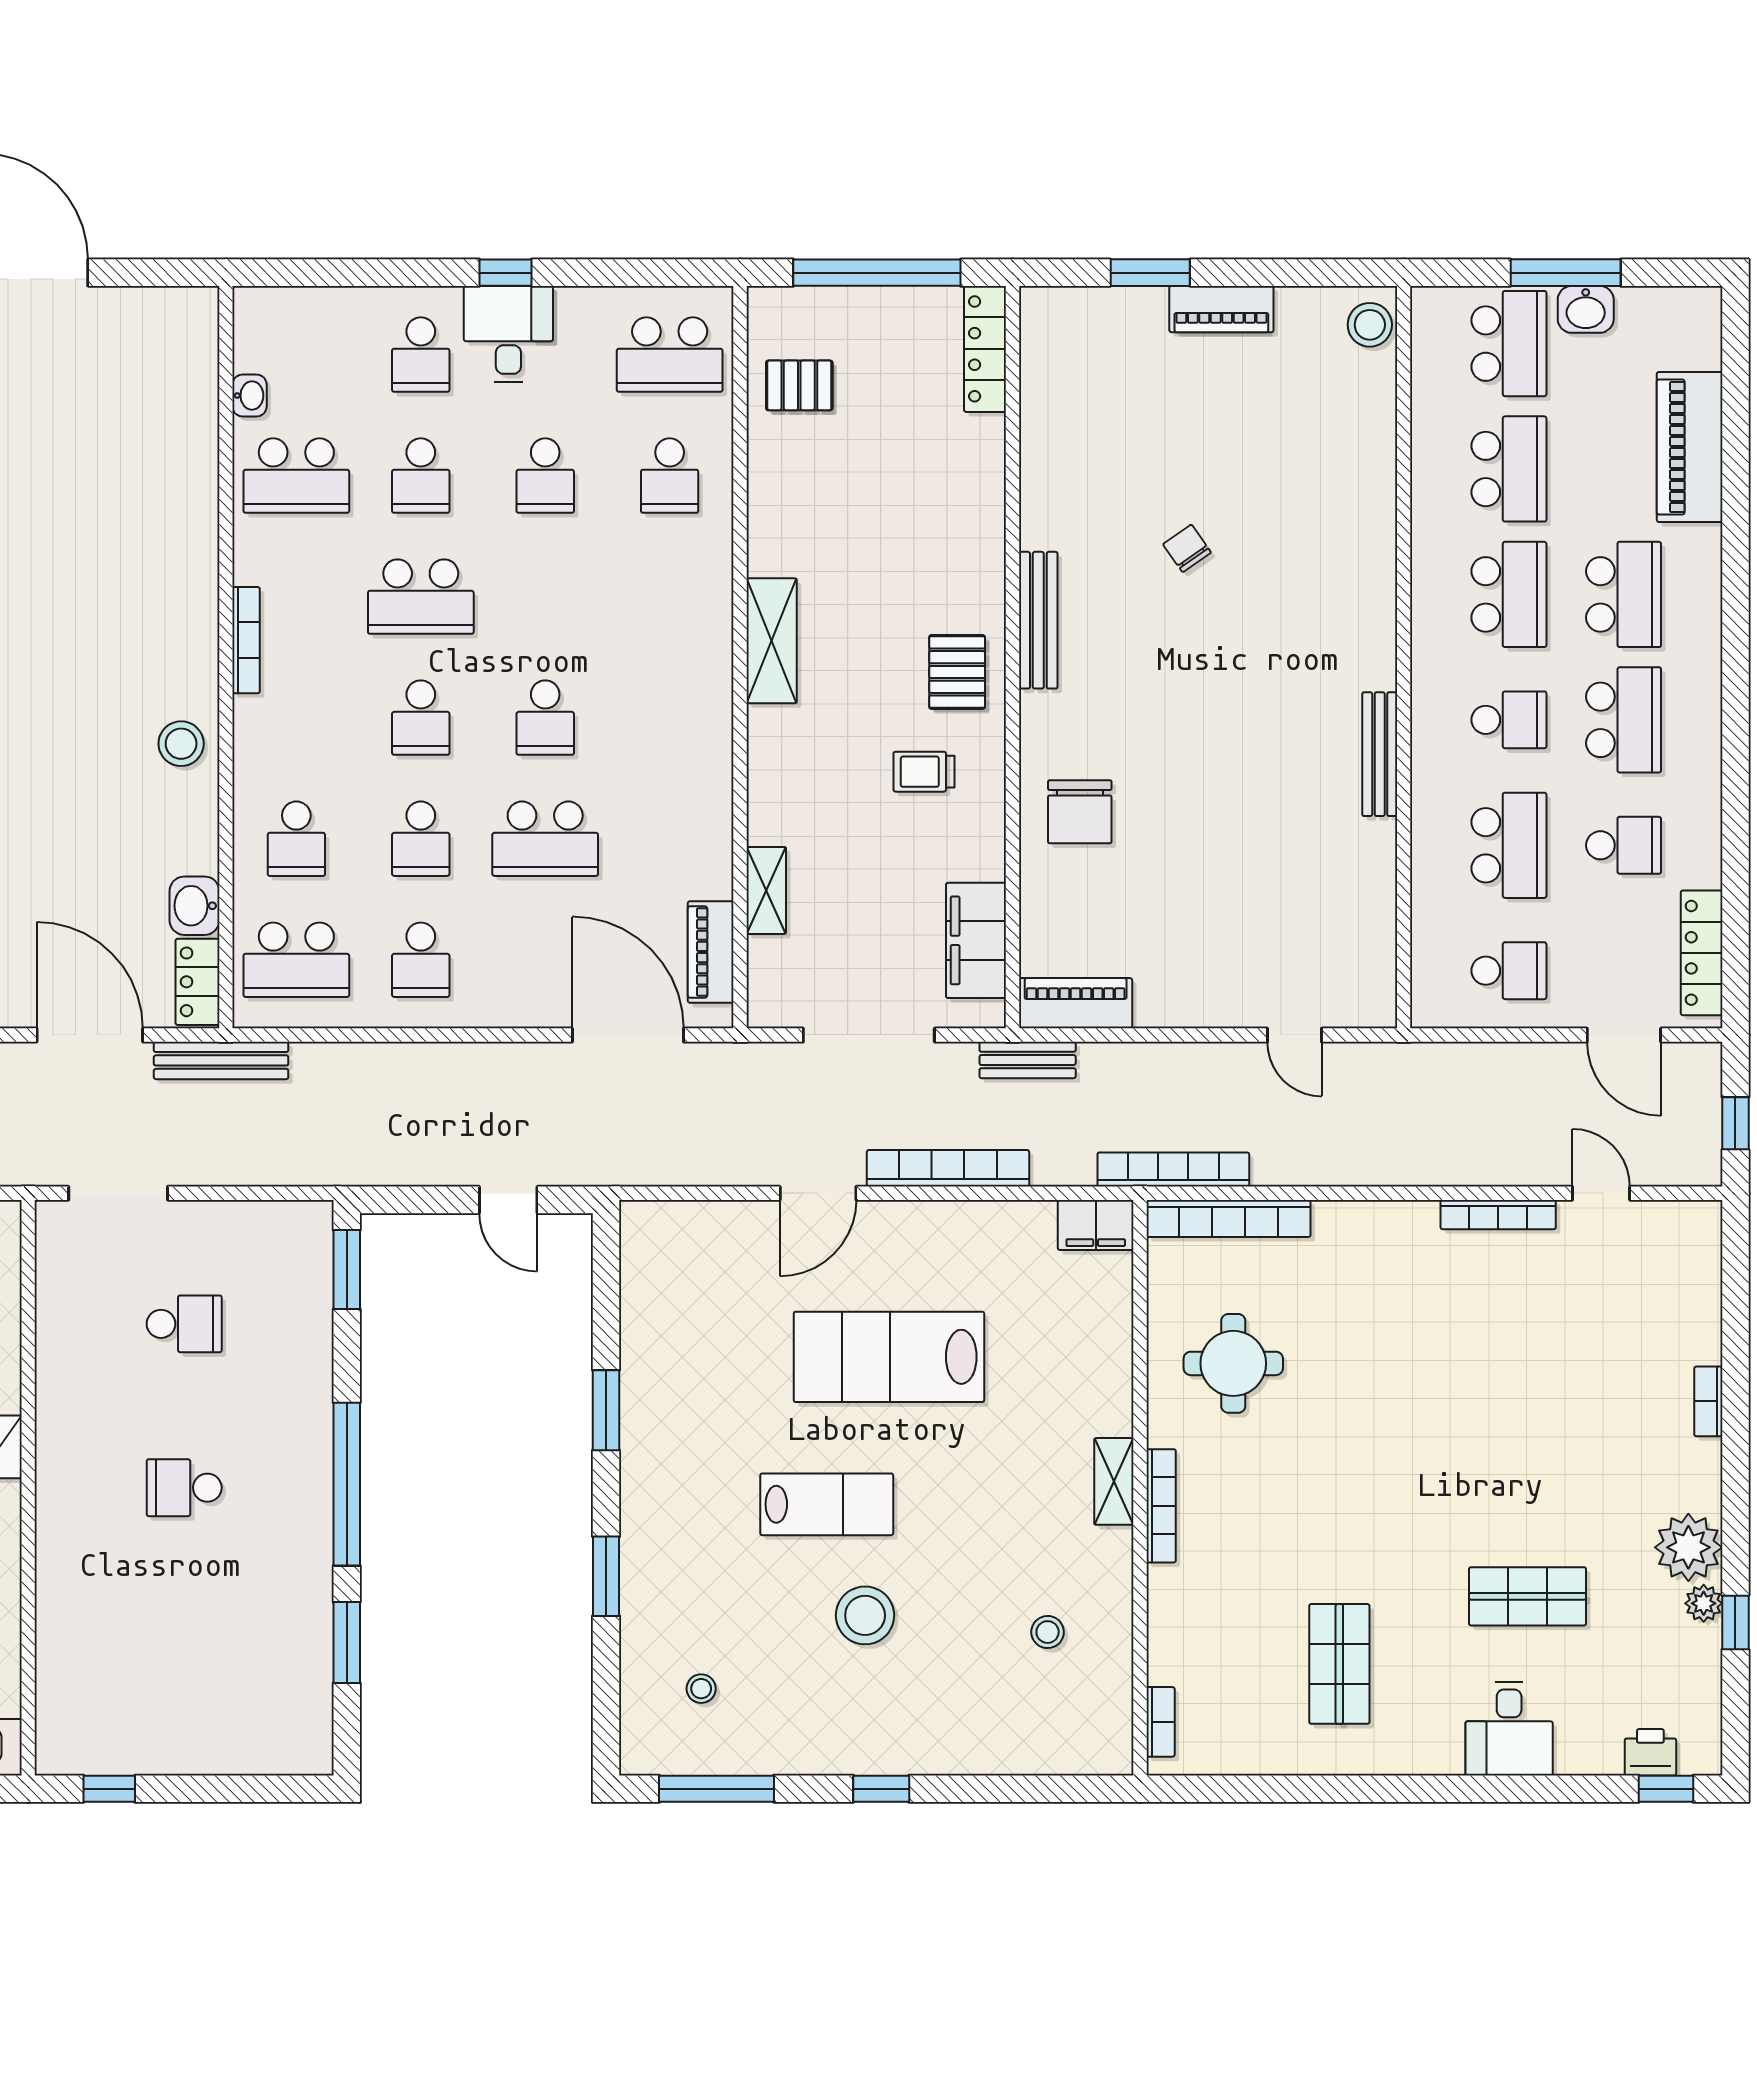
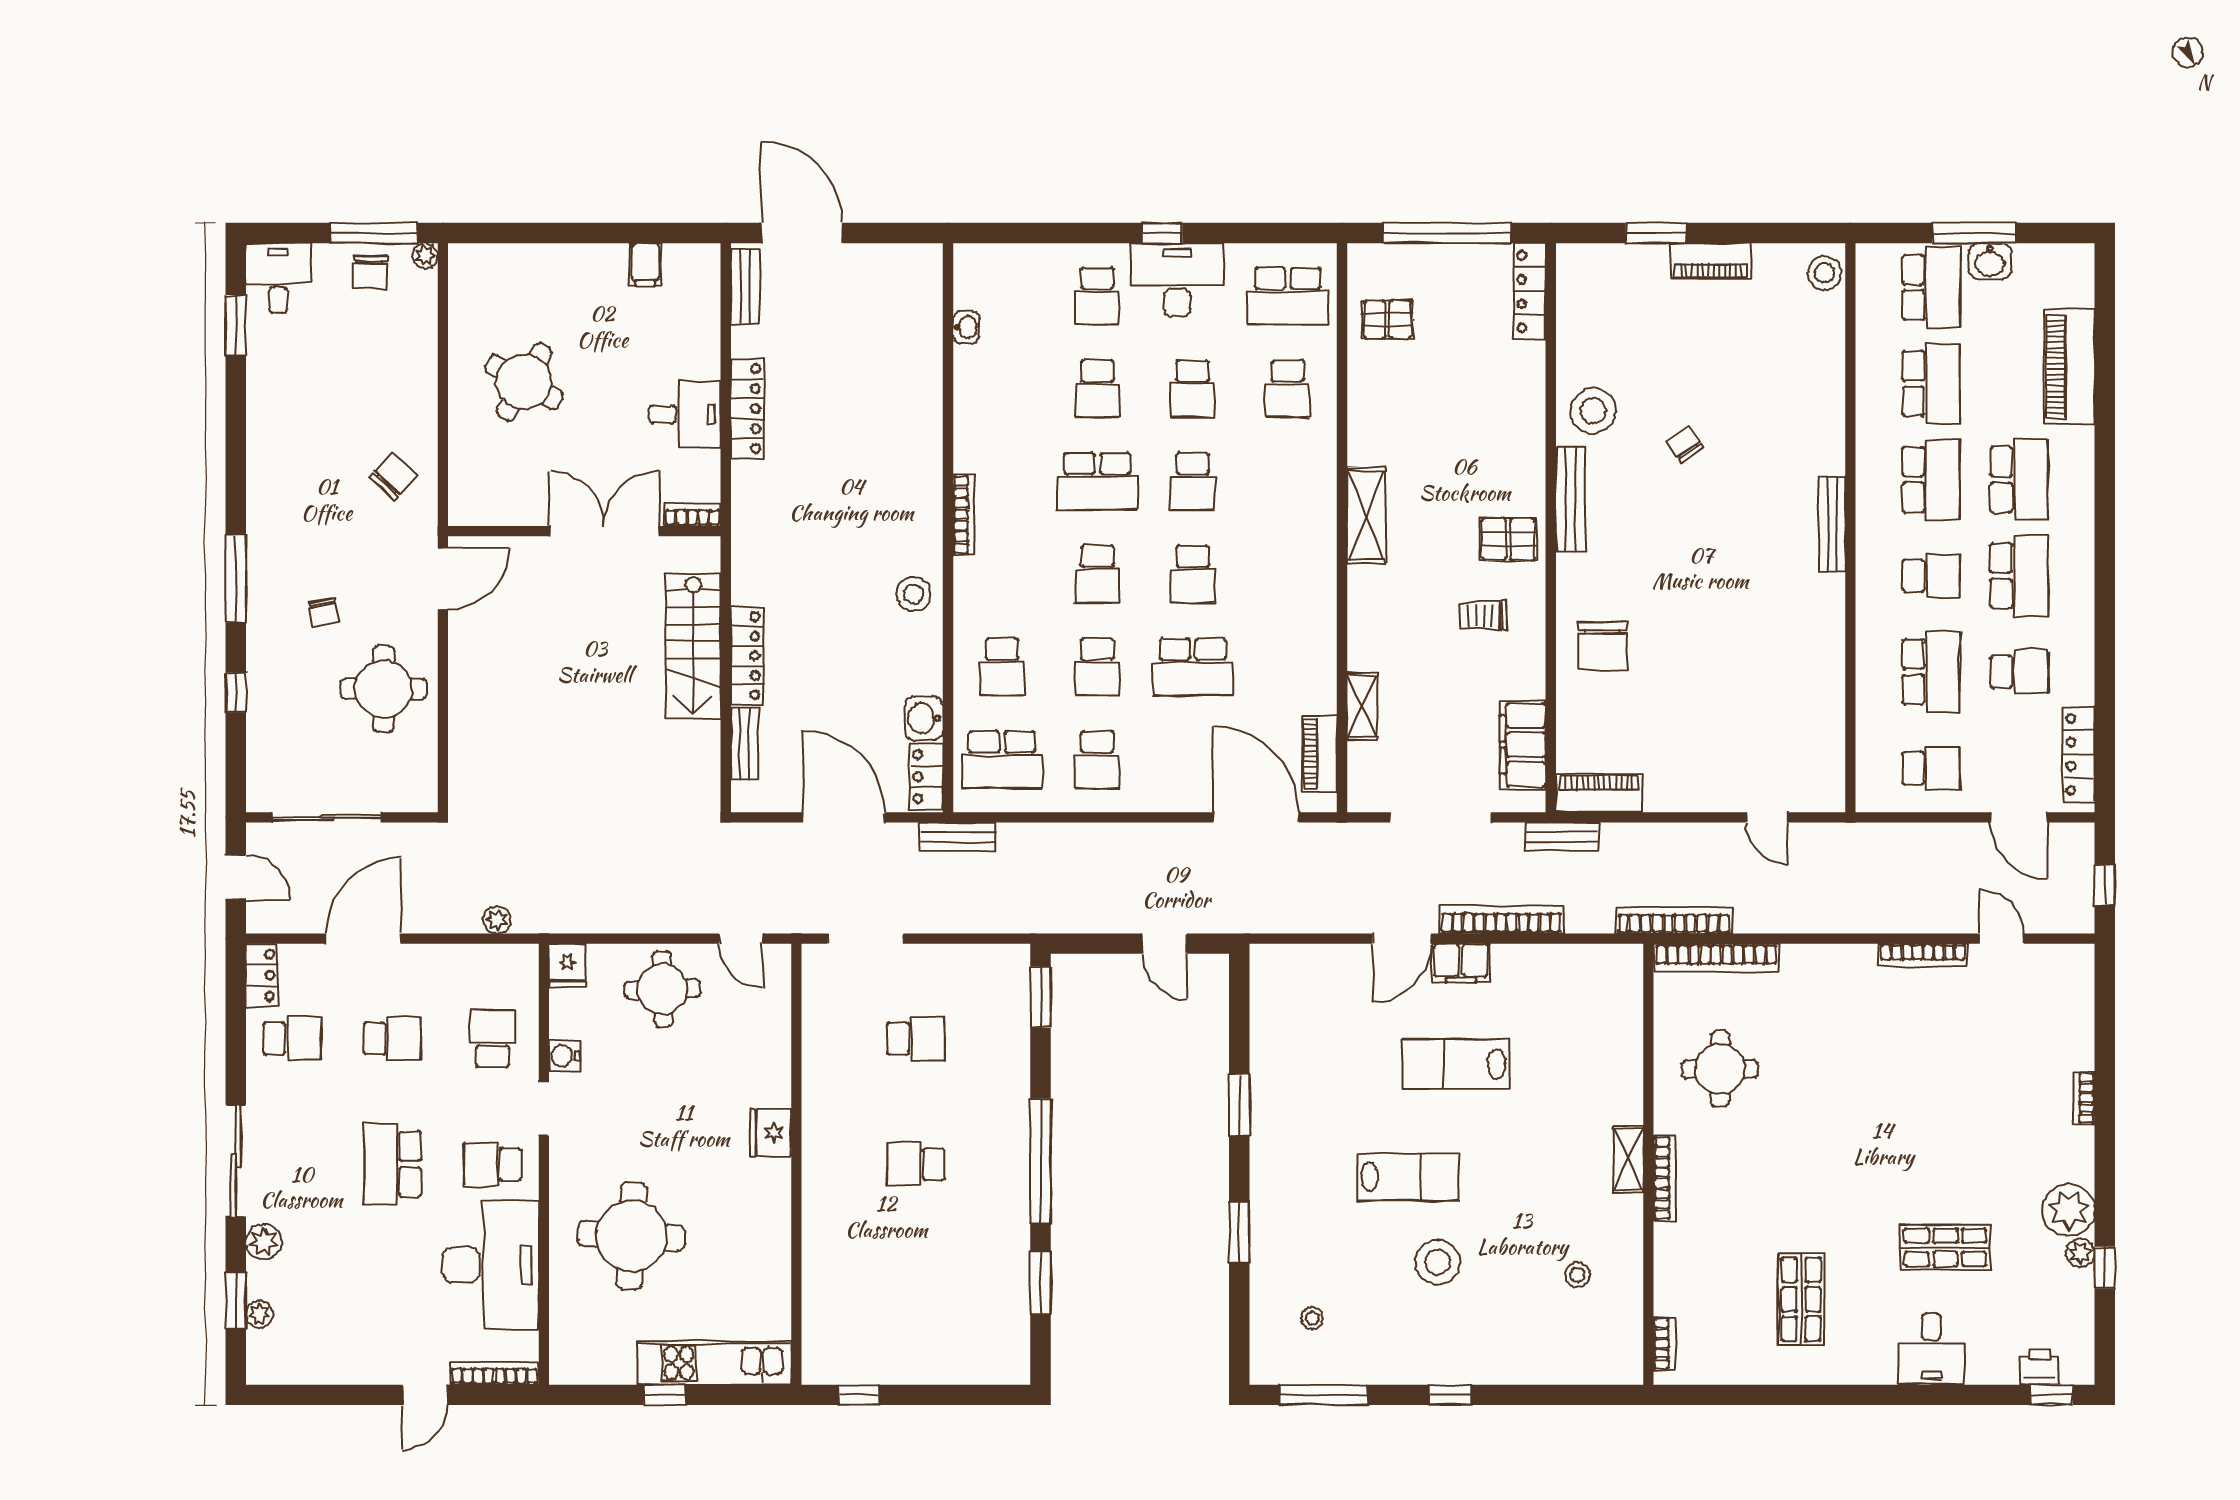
desk: (508, 334) -> (1177, 280), width x1.37
school desk: (296, 476) -> (1193, 481), moved, width x0.54
stool: (1068, 504) -> (1593, 411), added
pallet: (957, 672) -> (1508, 539), turned 90
bench: (1380, 754) -> (1832, 524), moved
bench: (221, 1060) -> (958, 837), width x0.73
filing cabinet: (1096, 1225) -> (1461, 963), moved
lab bench: (889, 1357) -> (1456, 1064), width x0.73, depth x0.72

